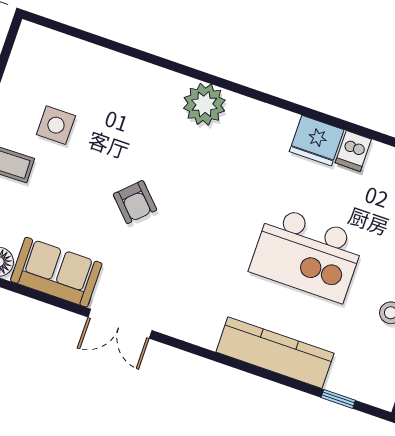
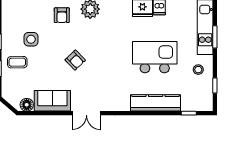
armchair: (139, 96) -> (62, 15), added
kitchen island: (307, 254) -> (155, 57), turned 180

